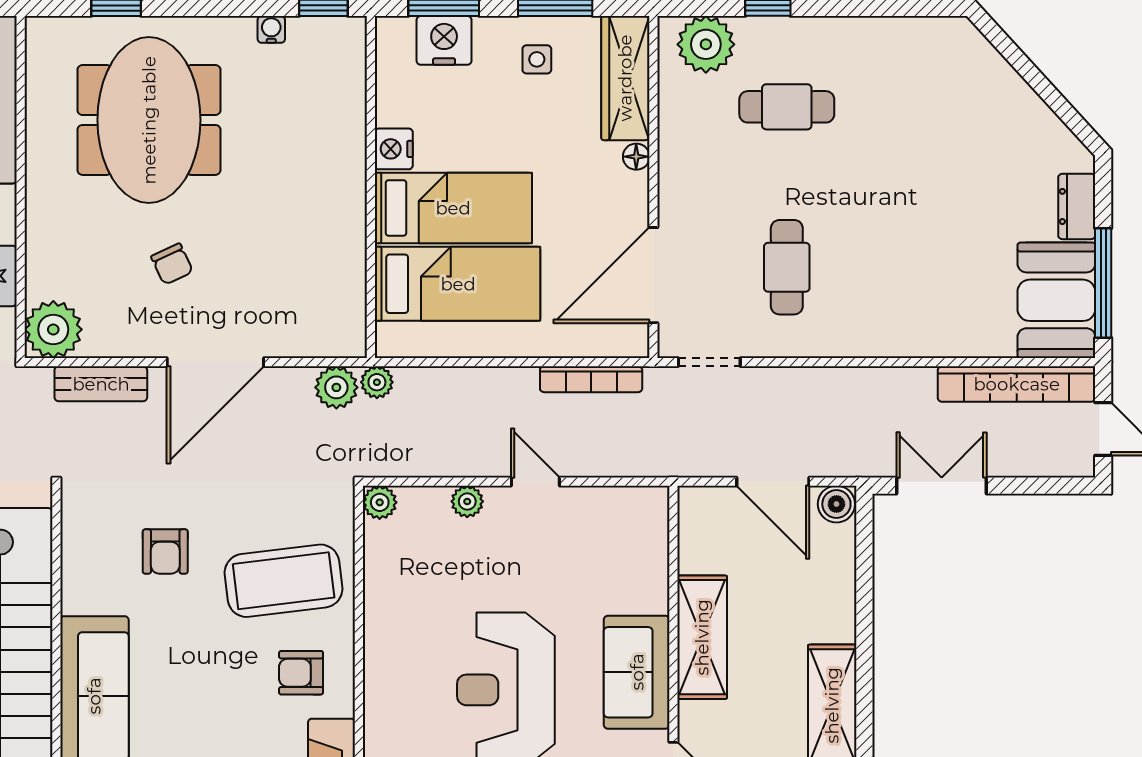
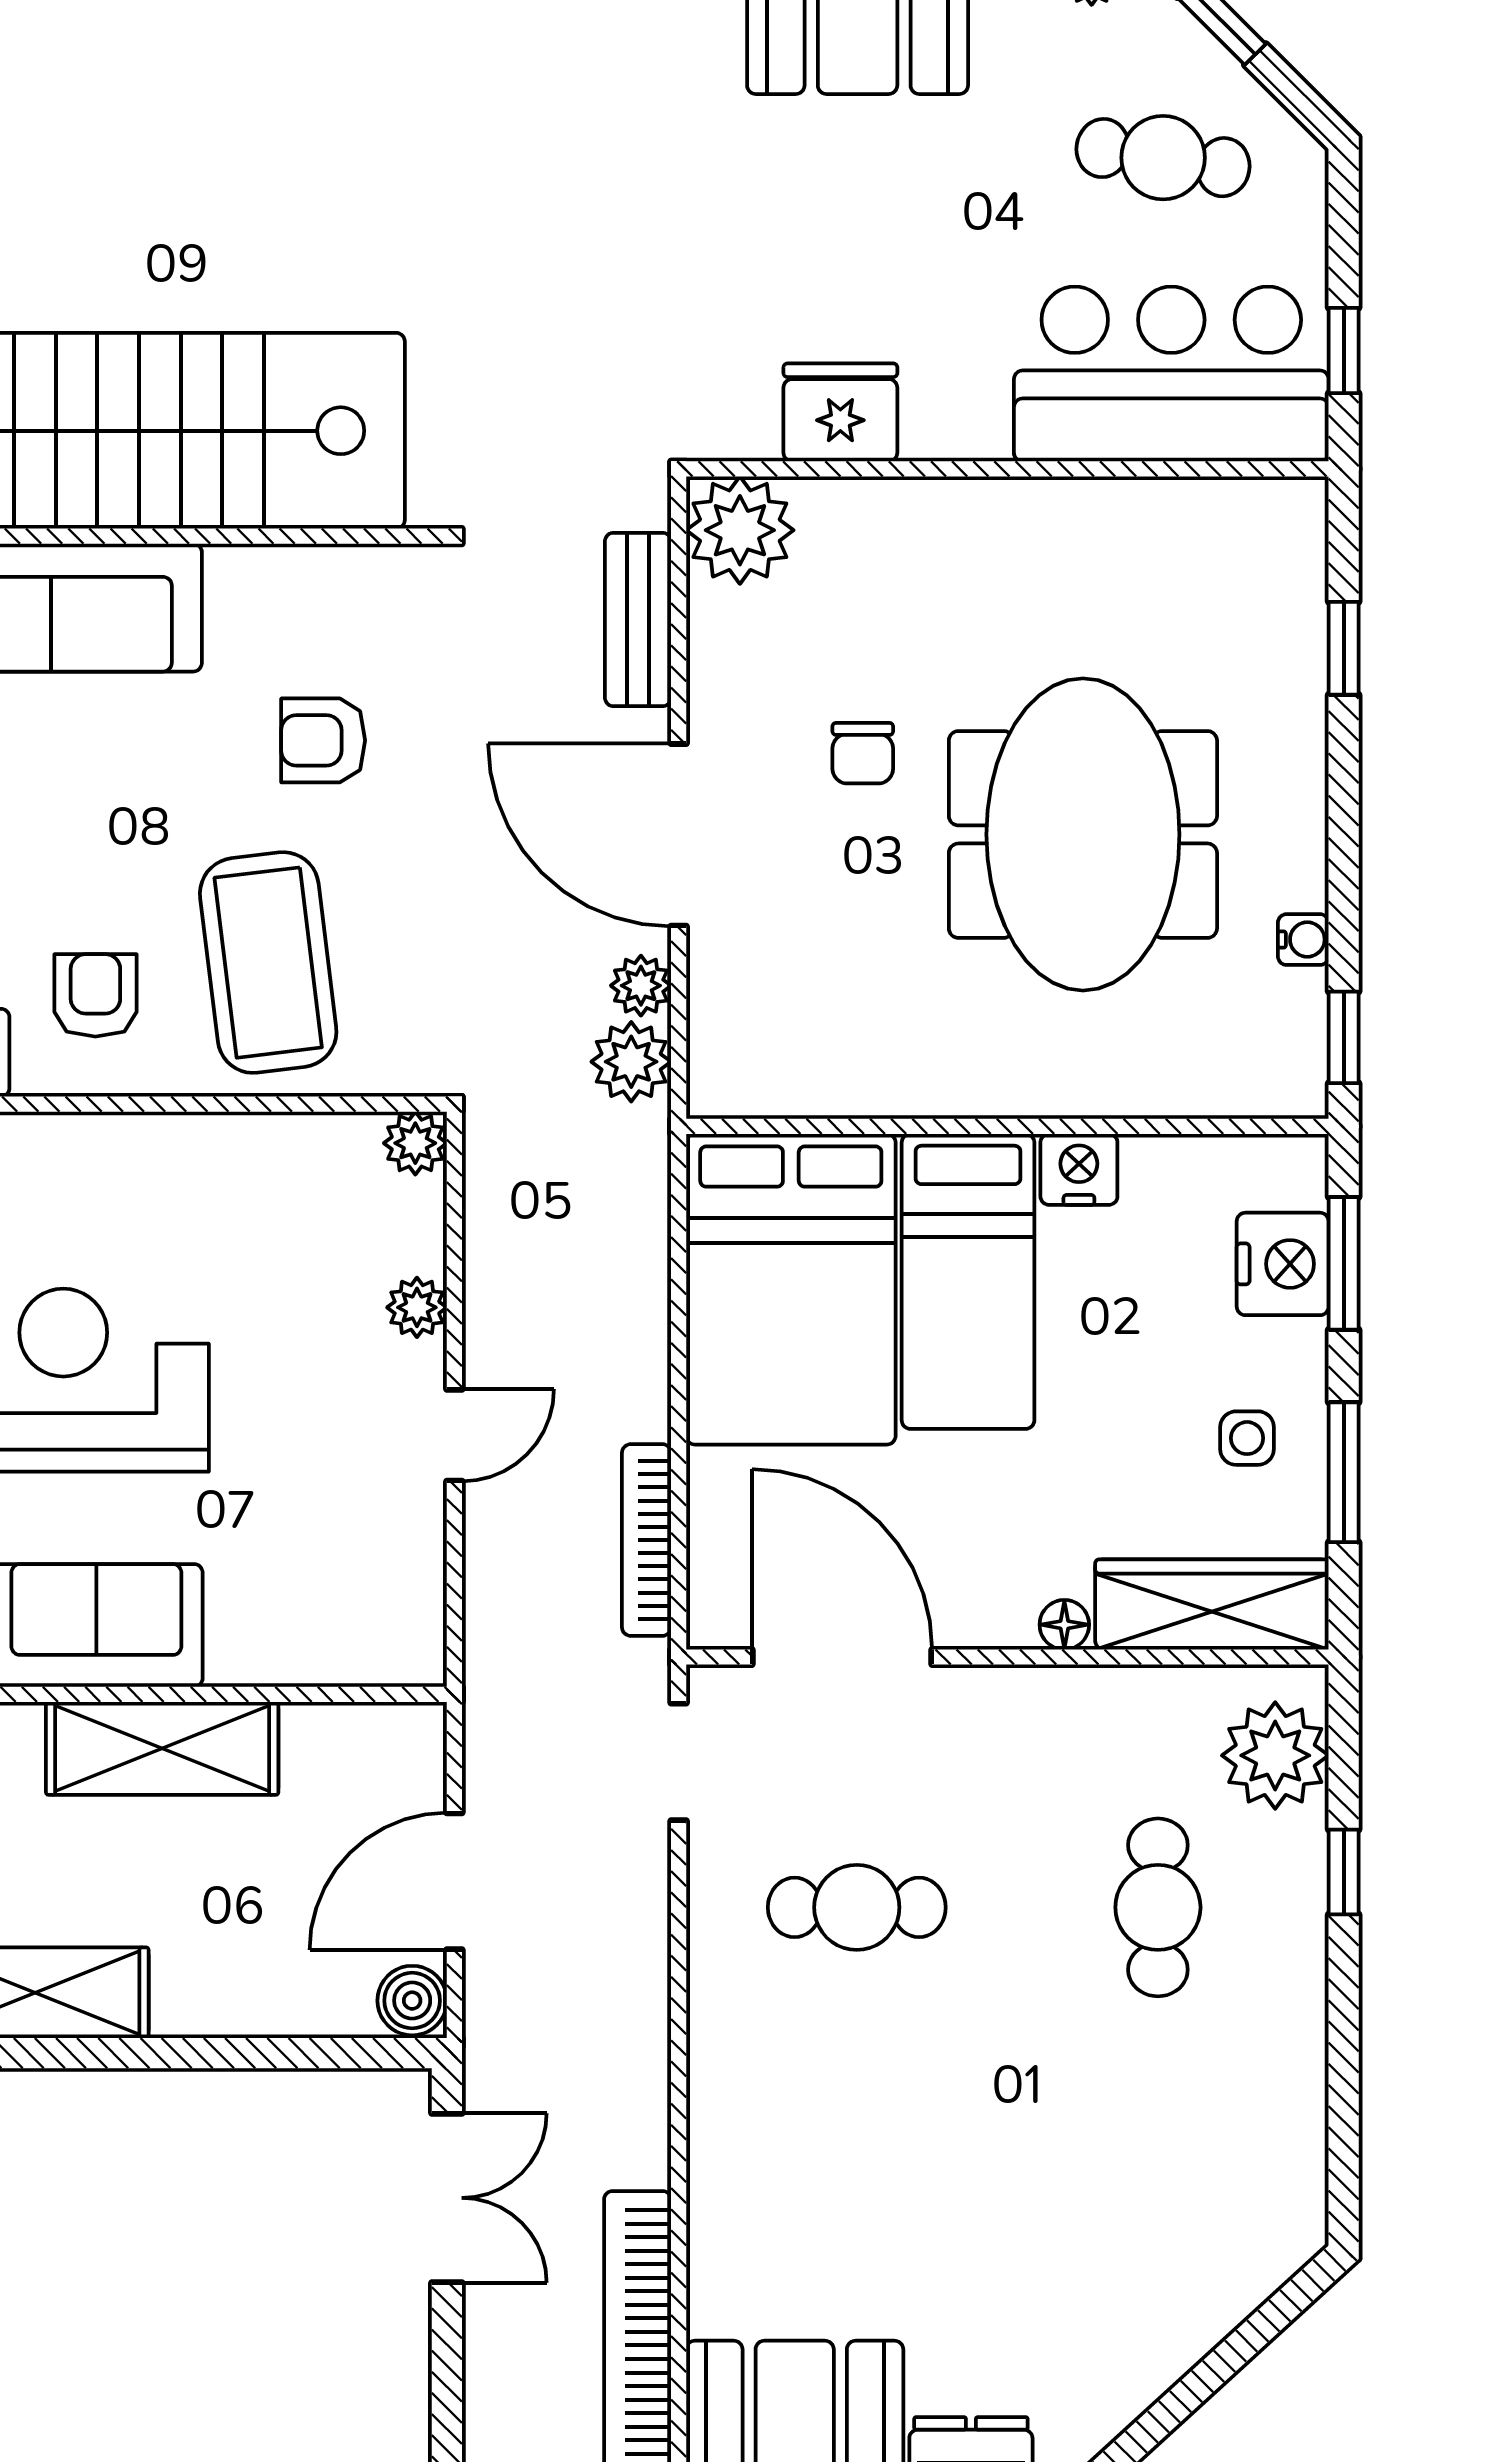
meeting table: (149, 120) -> (1083, 834), moved, turned 90
chair: (172, 264) -> (863, 753), turned -65
bed: (458, 284) -> (791, 1289), width x1.50
plant: (377, 382) -> (641, 986), moved

